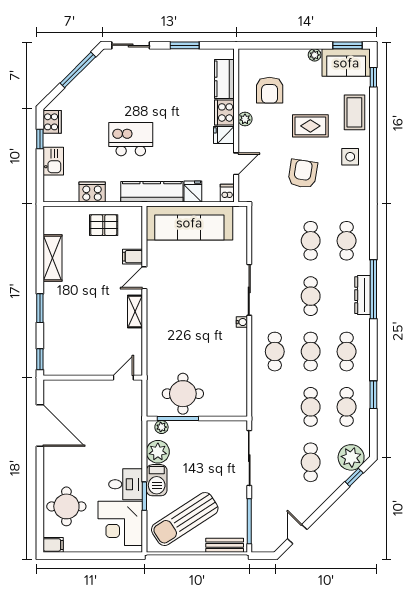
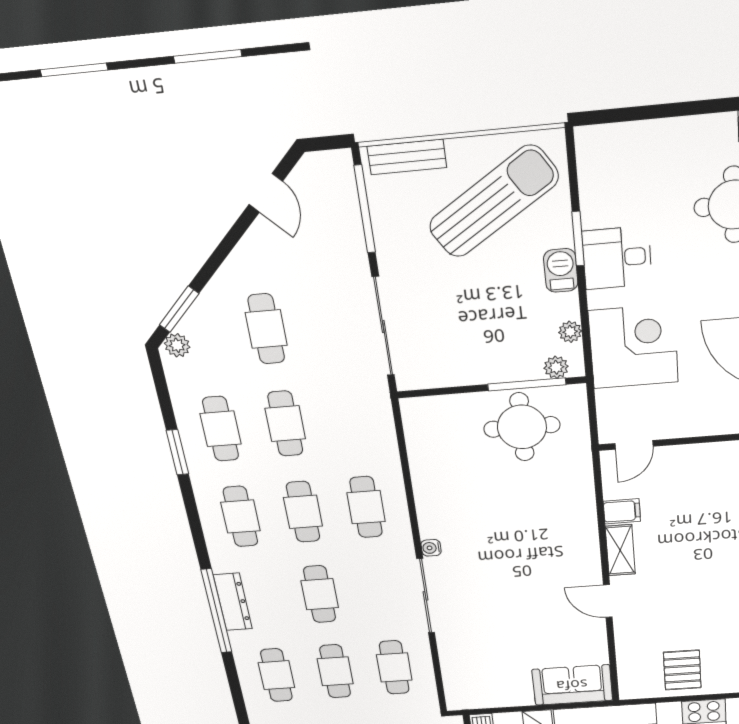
sofa: (189, 223) -> (572, 685), width x0.54, depth x0.79
pallet: (104, 225) -> (682, 670), turned 90
cafe table: (275, 241) -> (394, 667), added
filing cabinet: (133, 257) -> (622, 511), moved
door: (144, 278) -> (608, 601), swing flipped
plant: (158, 452) -> (570, 332), width x0.53, depth x0.53
plant: (351, 457) -> (177, 345), width x0.53, depth x0.53
window: (354, 477) -> (179, 309), width x1.50
barbecue: (157, 480) -> (561, 270), width x0.73, depth x0.79
corner desk: (120, 523) -> (633, 347), moved

